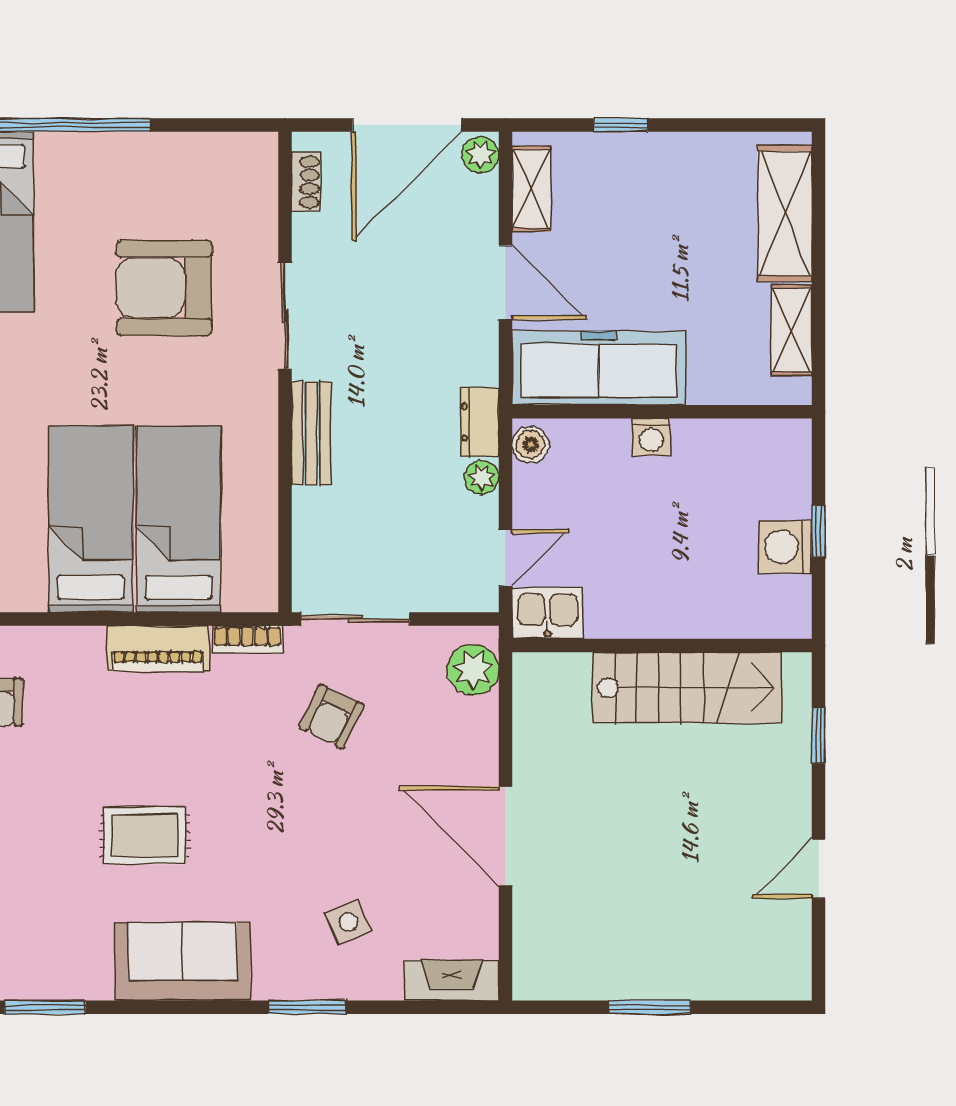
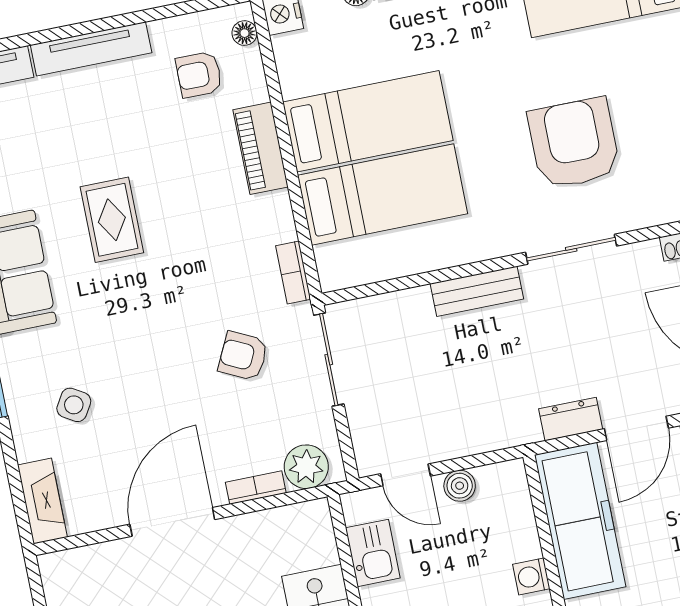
dresser: (480, 422) -> (571, 419), moved
boiler: (530, 444) -> (460, 486), moved
plant: (482, 477) -> (469, 441), removed
kitchen sink: (547, 613) -> (373, 553), moved
piano: (158, 648) -> (261, 148), moved
bookcase: (485, 732) -> (256, 488), added
side table: (348, 922) -> (74, 405), turned -36

